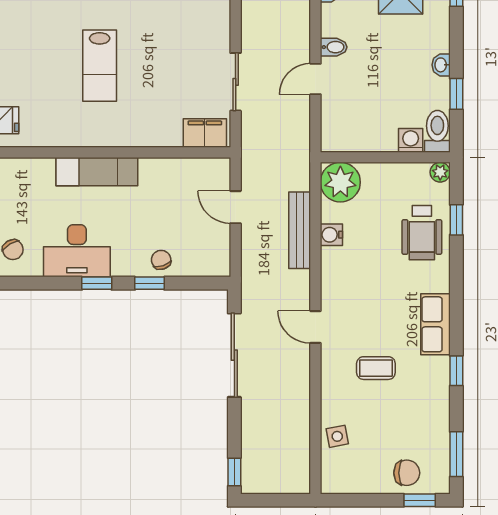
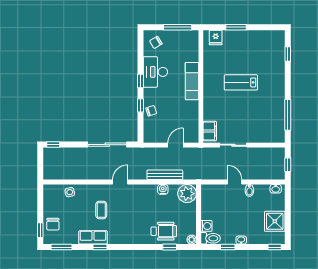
wheelchair: (422, 233) -> (164, 231), turned 180
row of seats: (435, 324) -> (93, 237), moved

